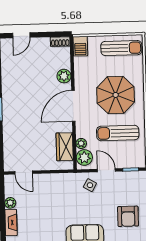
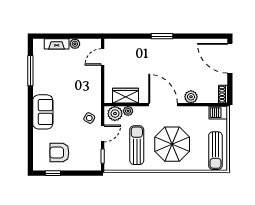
door: (21, 35) -> (230, 58), width x1.88

